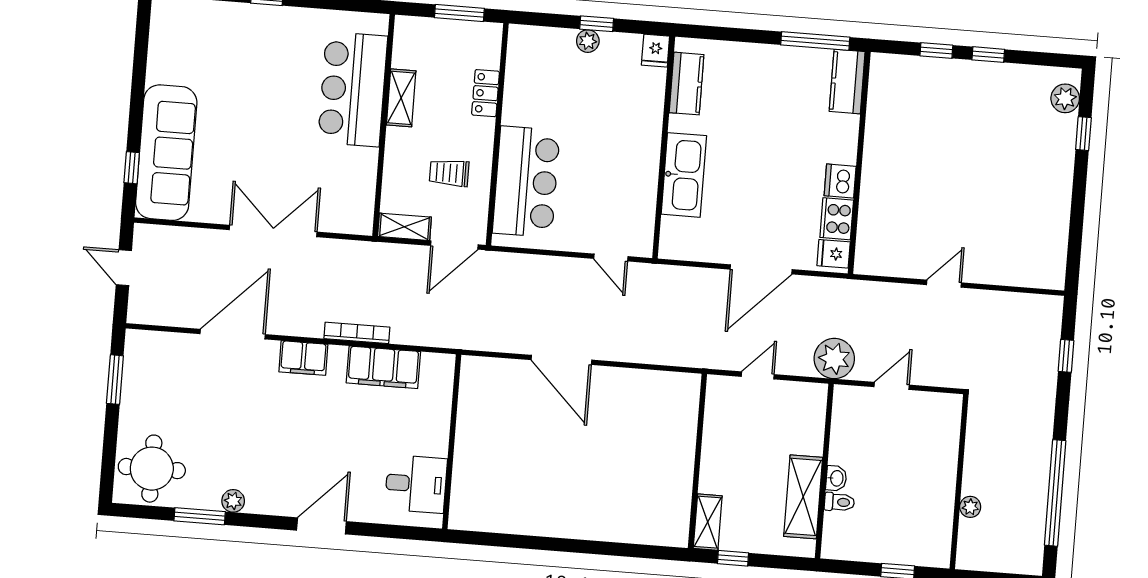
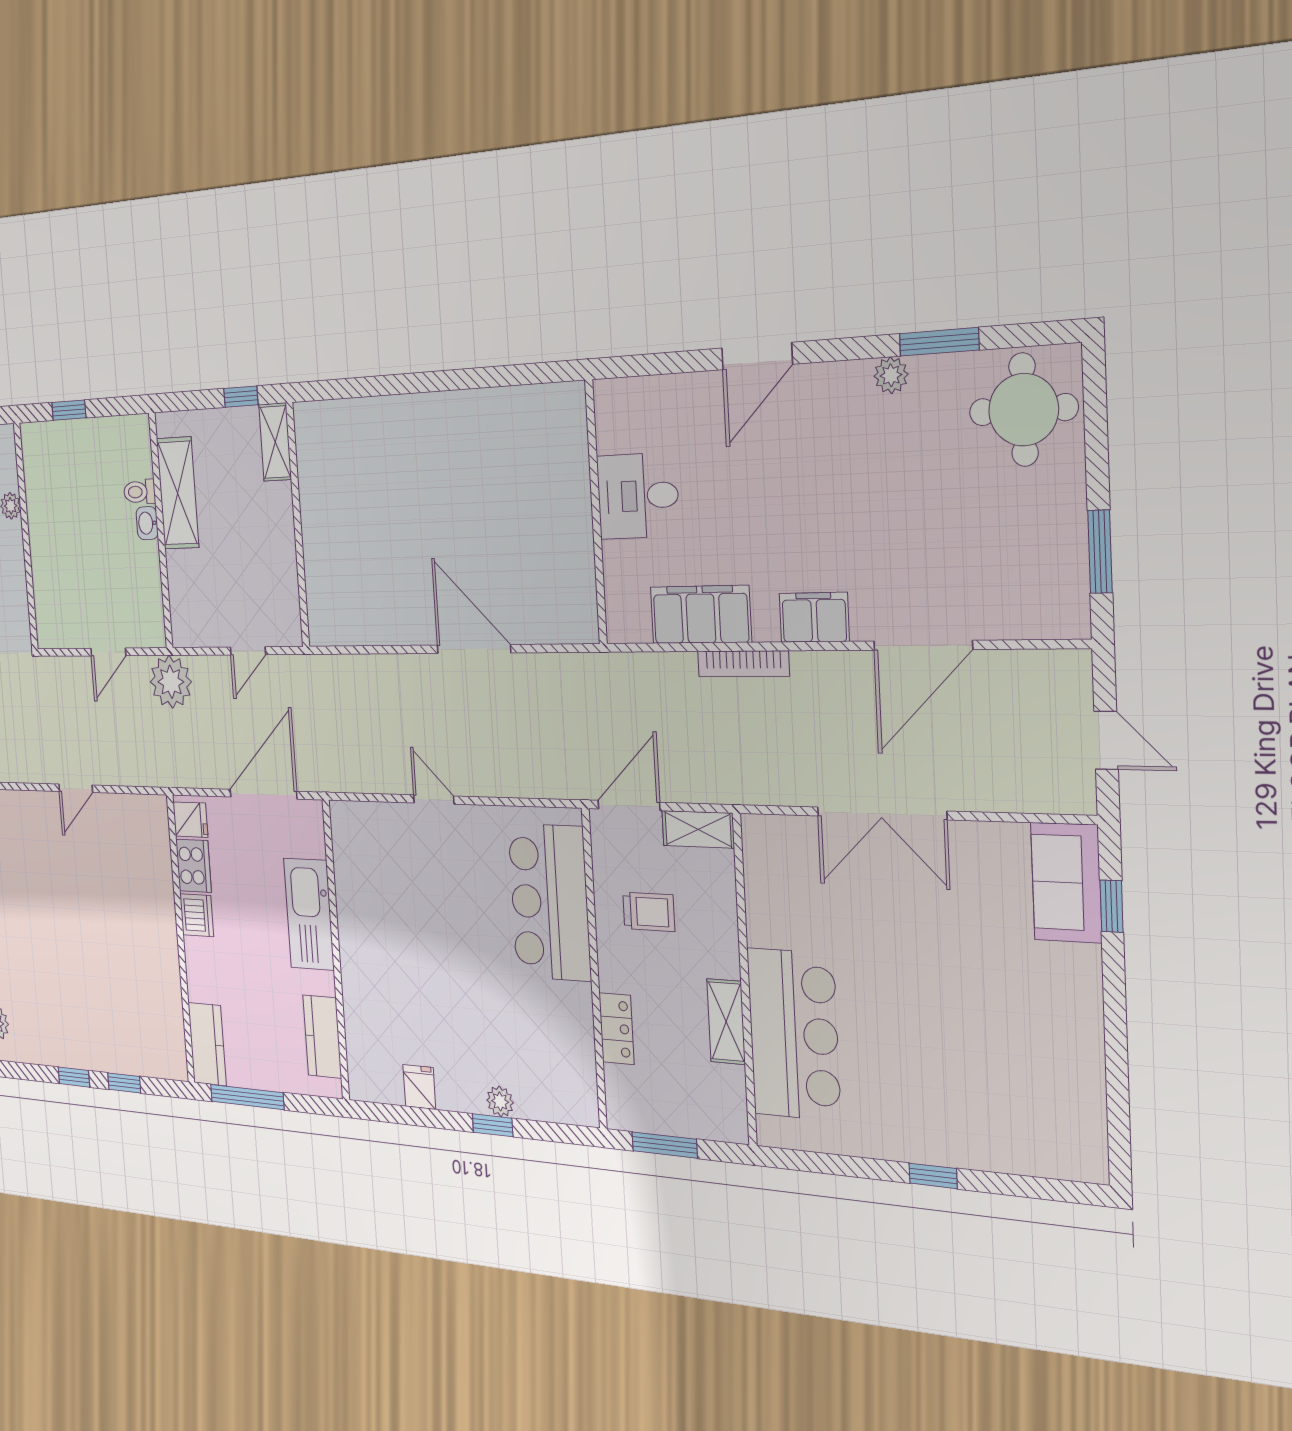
kitchen counter: (686, 84) -> (322, 1037), moved
wall: (664, 147) -> (336, 951), moved
sofa: (166, 153) -> (1066, 883), width x0.54, depth x0.79
kitchen sink: (684, 175) -> (309, 914), moved
desk: (416, 484) -> (638, 496), moved

